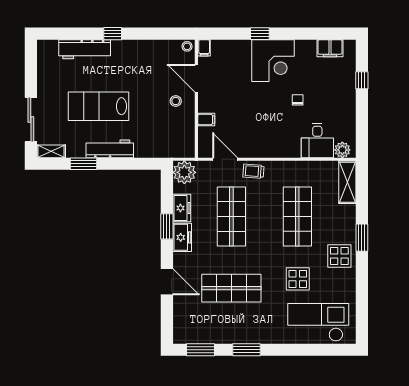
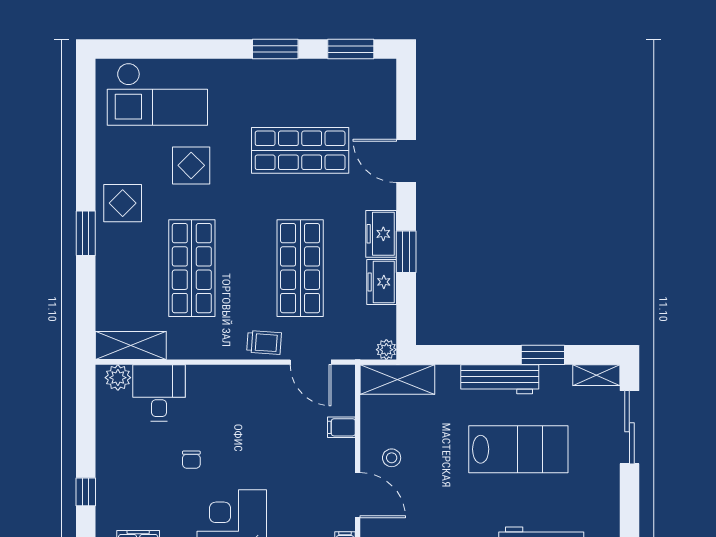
shelving: (172, 149) -> (397, 379), added
plant: (184, 172) -> (386, 350), width x0.53, depth x0.53
shelving: (347, 182) -> (131, 346), moved, turned 90

